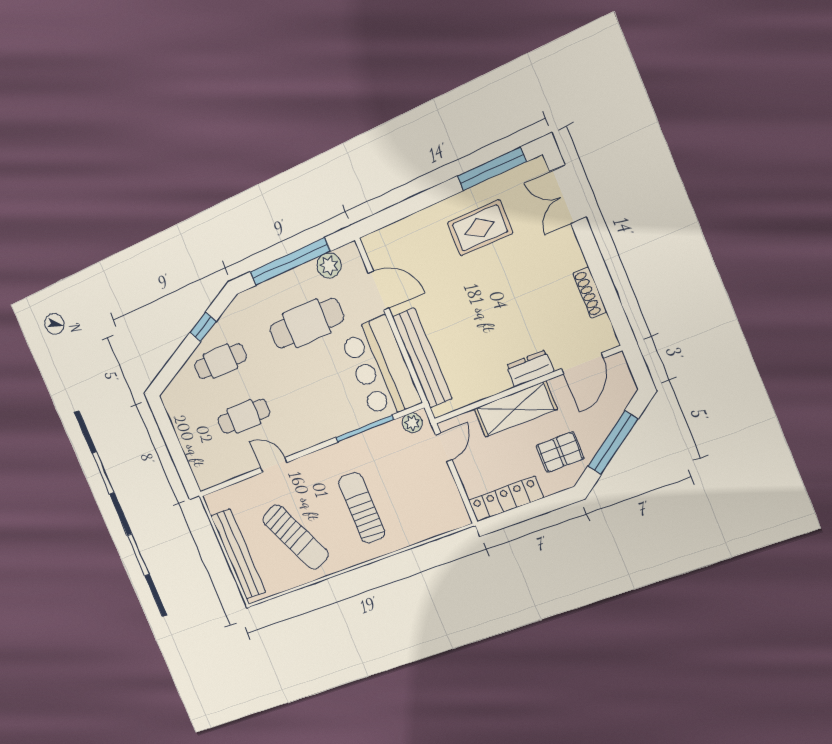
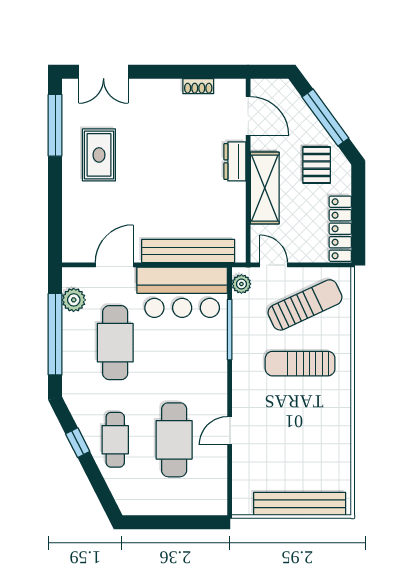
shoe rack: (590, 293) -> (198, 86), width x0.70
cafe table: (244, 416) -> (174, 440), width x1.37, depth x1.35
sun lounger: (295, 537) -> (305, 305), moved

